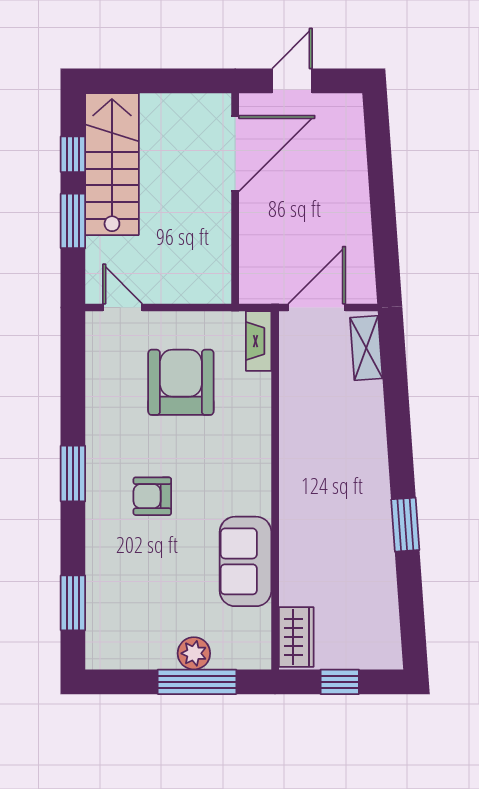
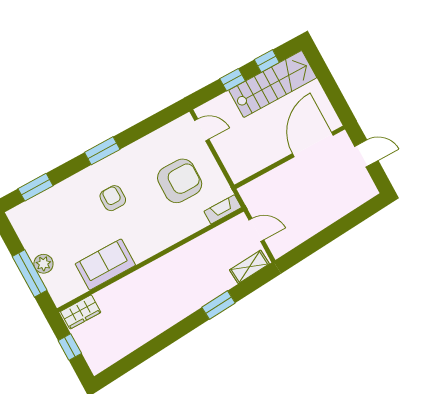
door: (235, 153) -> (313, 144), swing flipped
window: (73, 221) -> (232, 80), width x0.67
door: (123, 308) -> (202, 130), hinge flipped
door: (317, 308) -> (256, 230), width x0.73
window: (405, 525) -> (218, 305), moved

